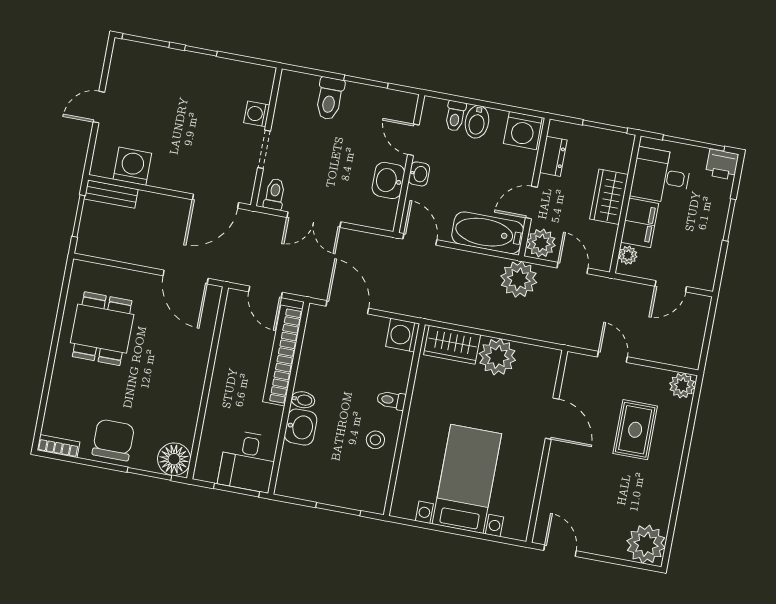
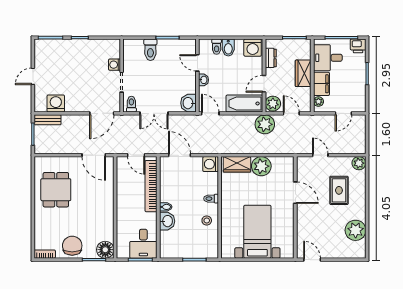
washbasin: (388, 180) -> (188, 103), moved
plant: (646, 544) -> (356, 230), moved

